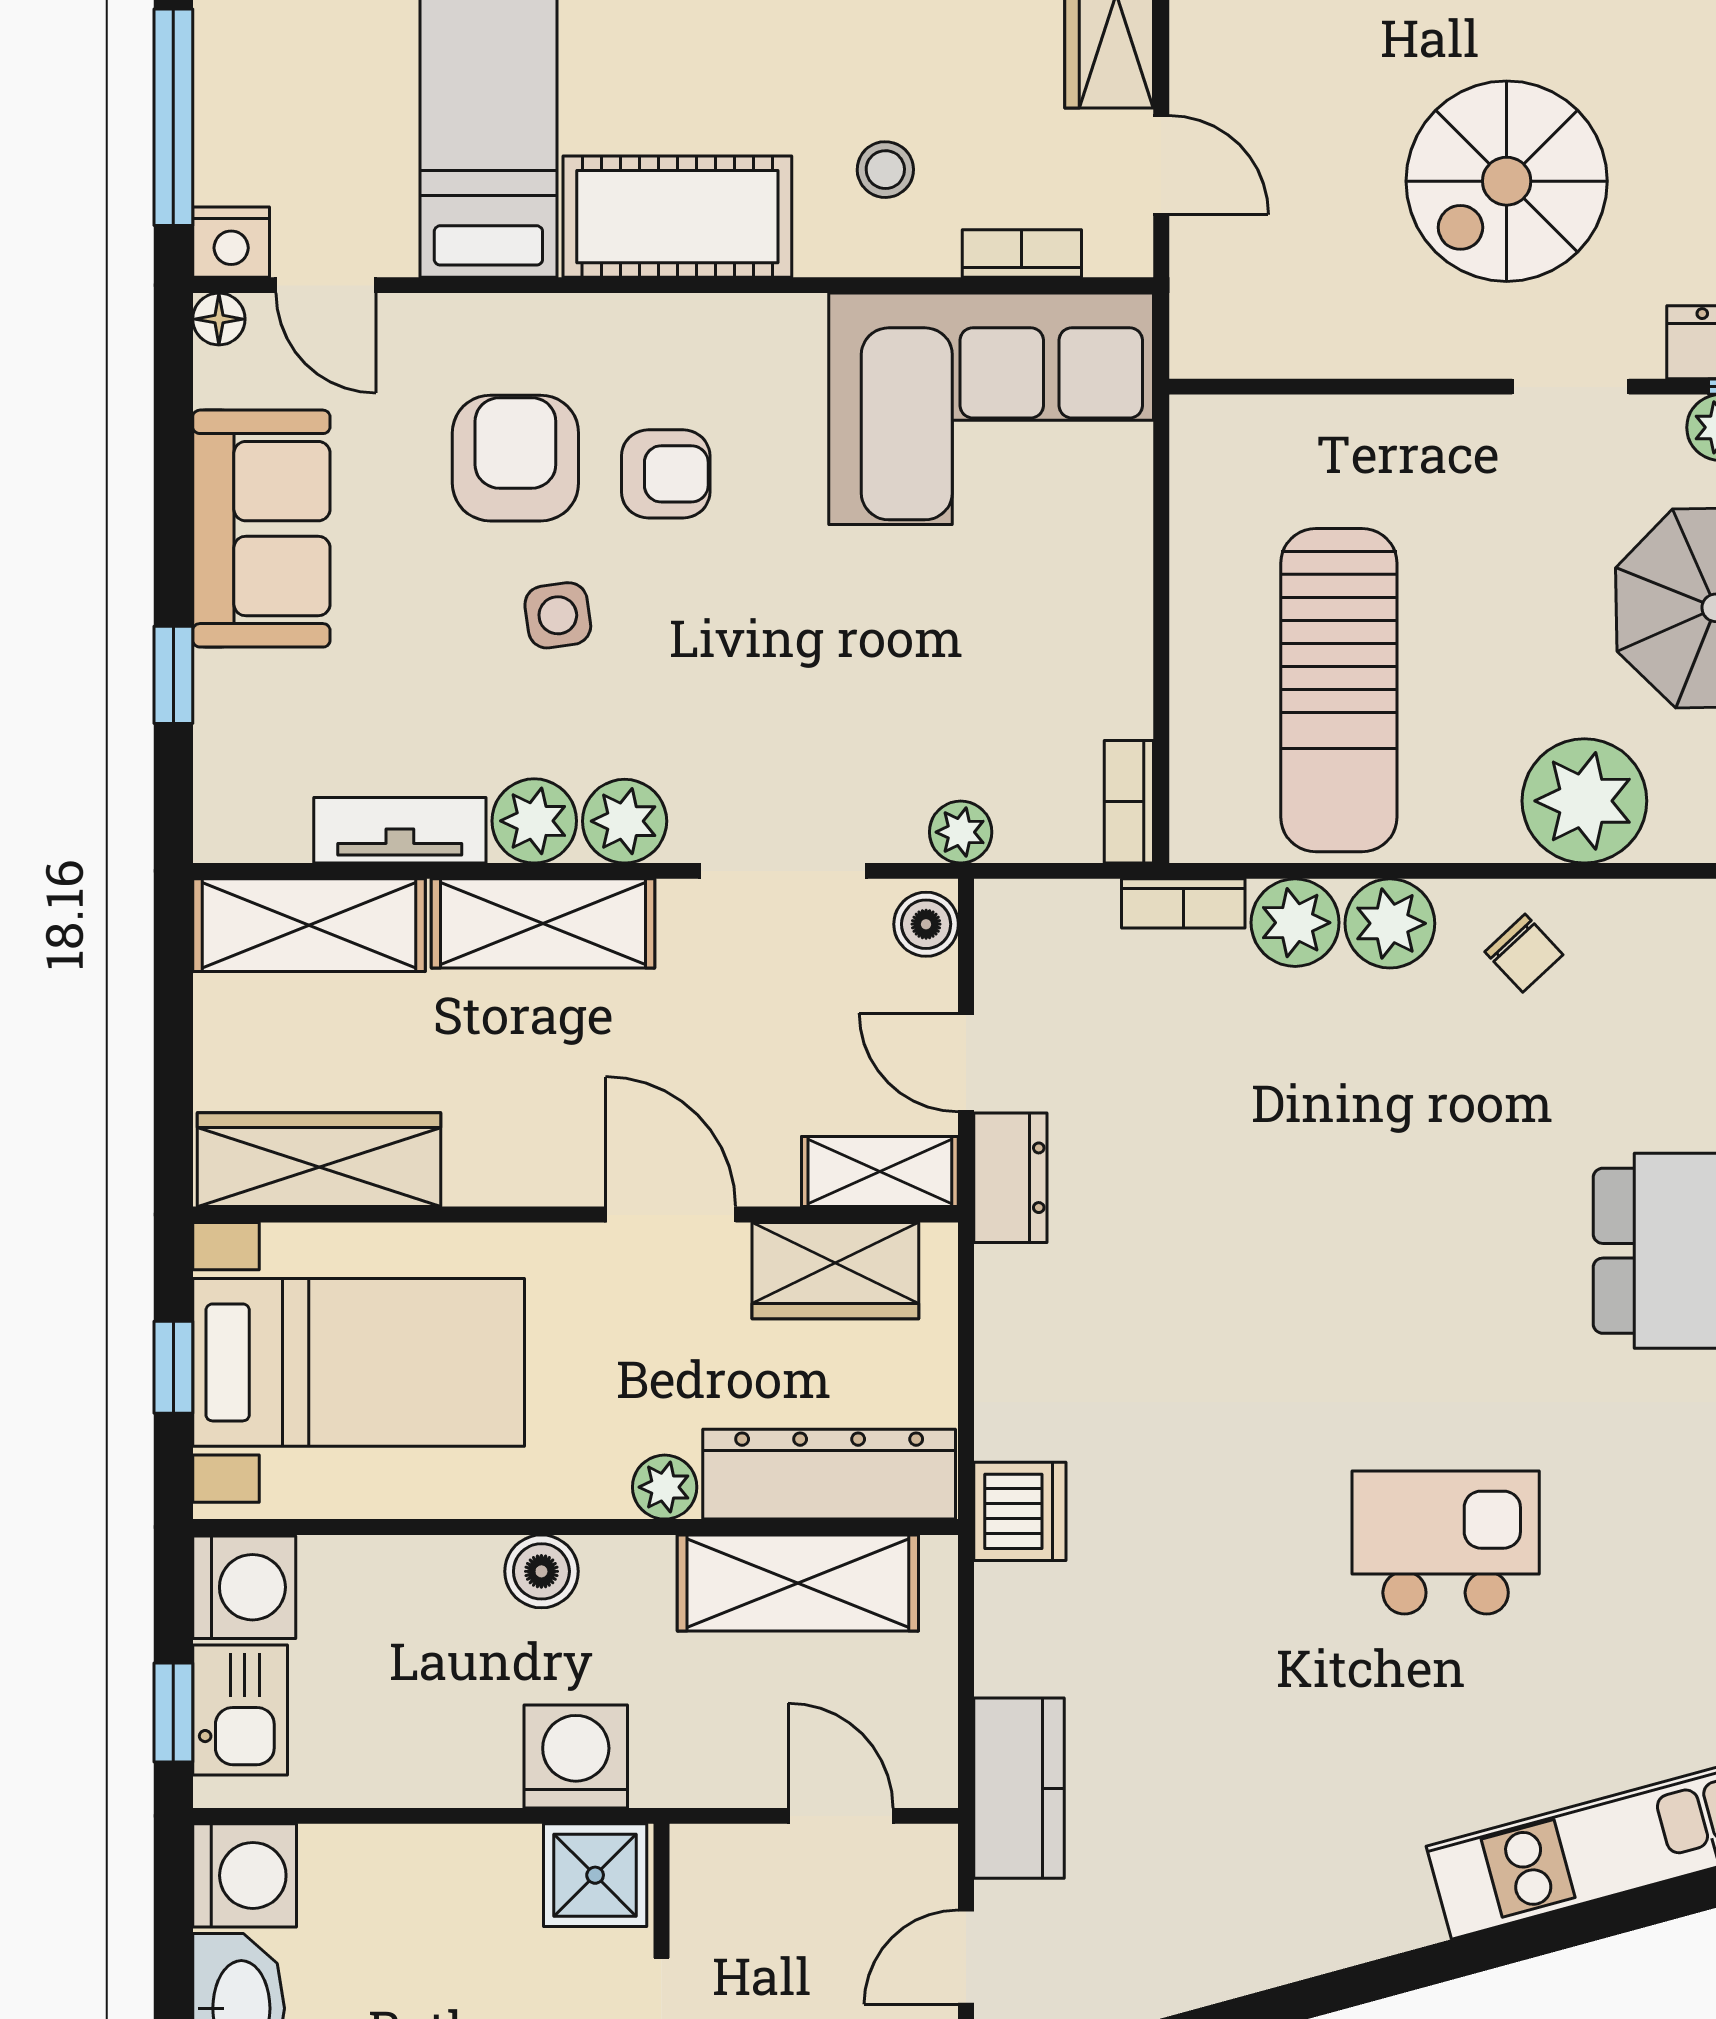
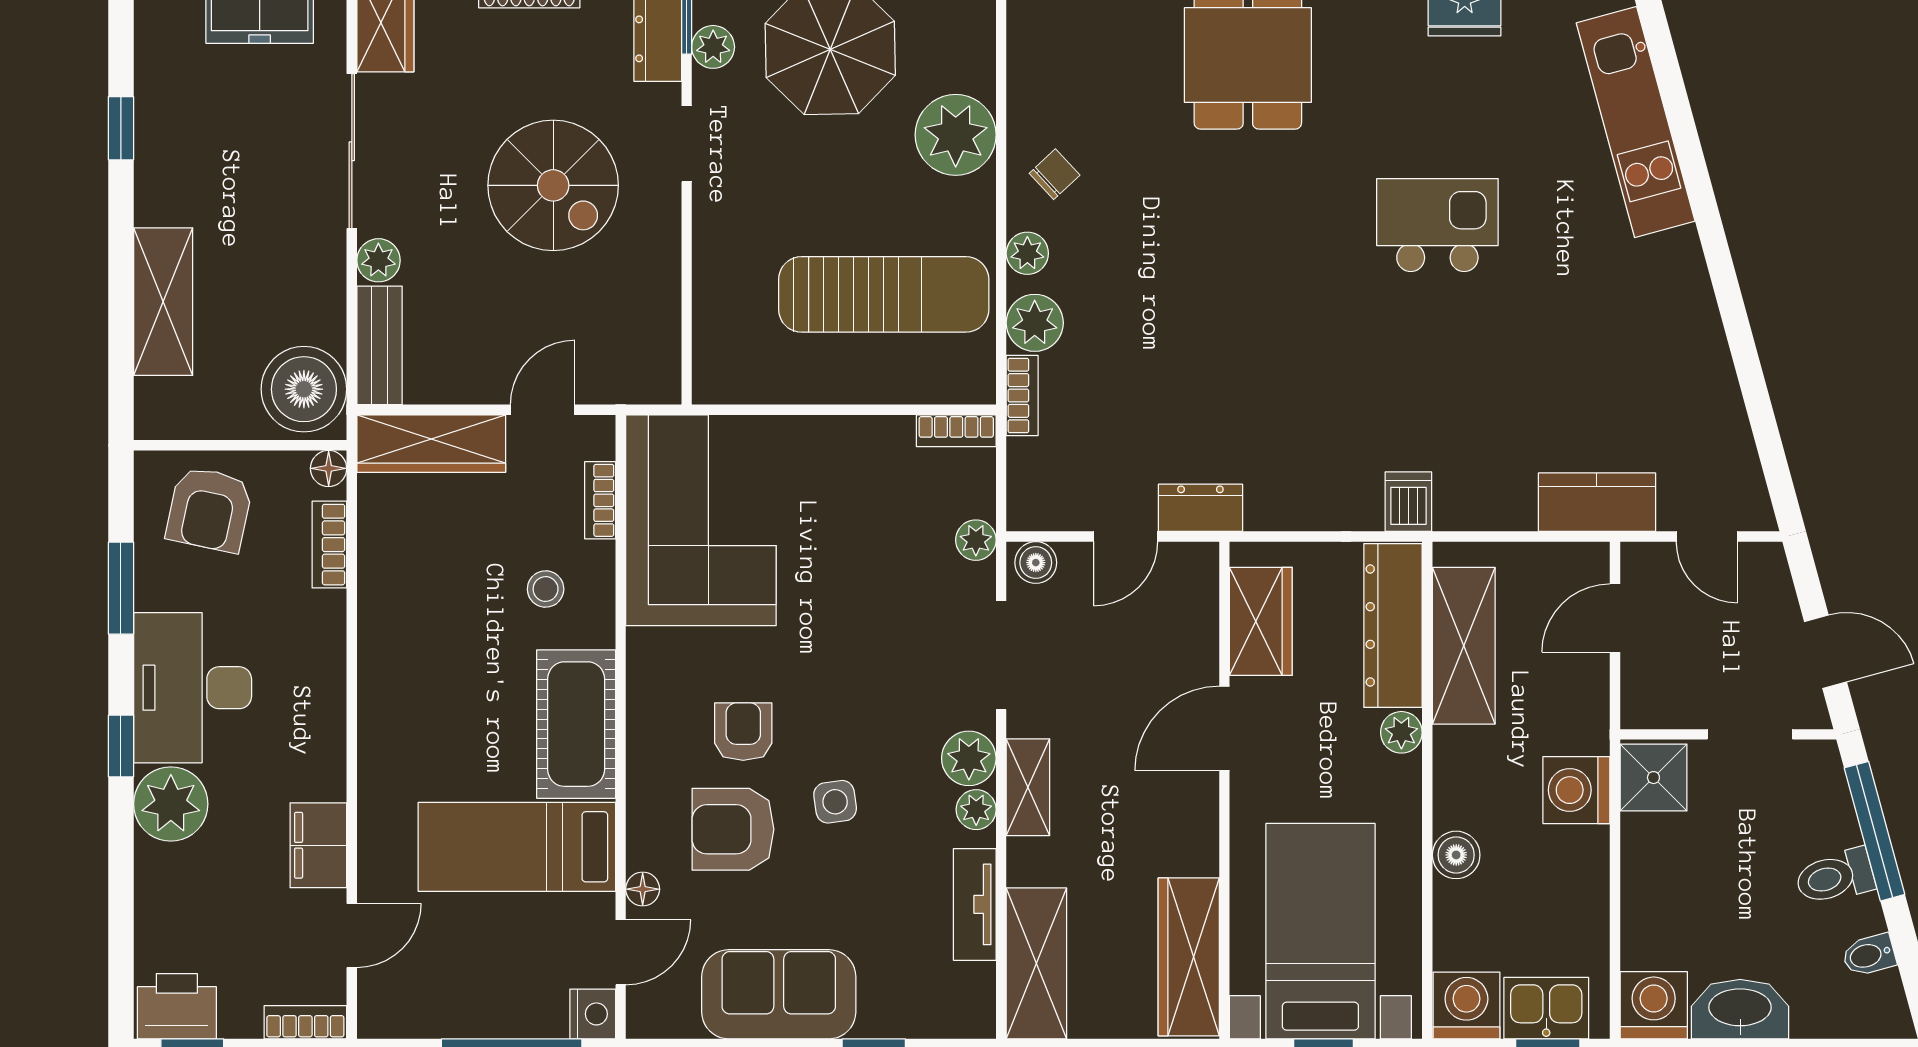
floor lamp: (219, 319) -> (643, 889), moved
plant: (534, 821) -> (976, 810), width x0.73, depth x0.73
shelving: (543, 923) -> (1028, 787), width x0.67, depth x0.75
plant: (1390, 923) -> (1027, 253), width x0.73, depth x0.73
shelving: (880, 1172) -> (1196, 593), removed
dishwasher: (1020, 1511) -> (1408, 502), width x0.73
kitchen island: (1446, 1543) -> (1437, 225), turned 90
boiler: (541, 1571) -> (1456, 855), moved

